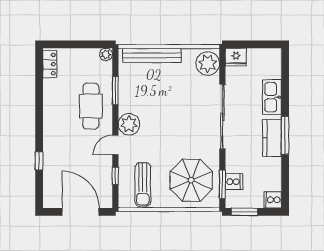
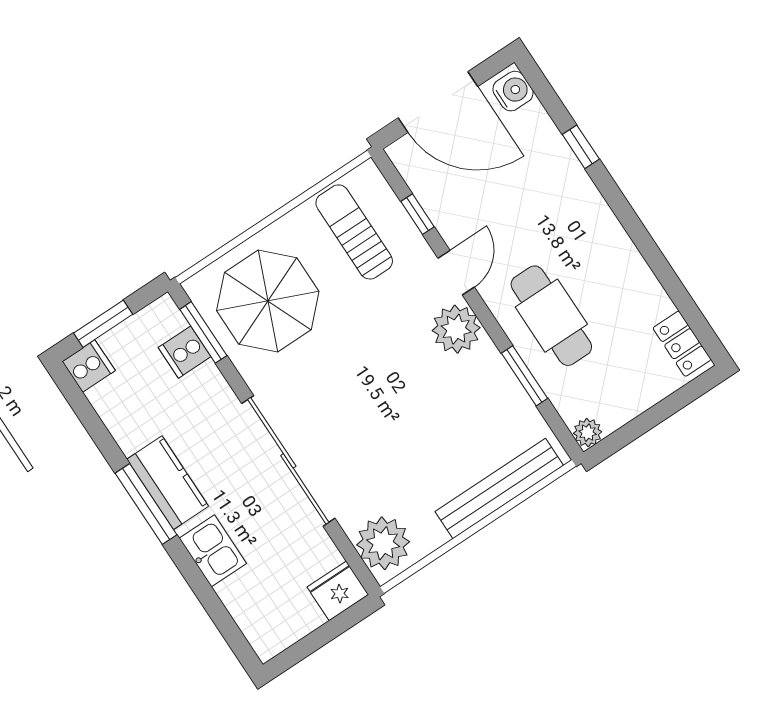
kitchen sink: (272, 97) -> (213, 551), width x0.73
water cooler: (50, 198) -> (513, 91), added
window: (245, 212) -> (103, 324), moved

